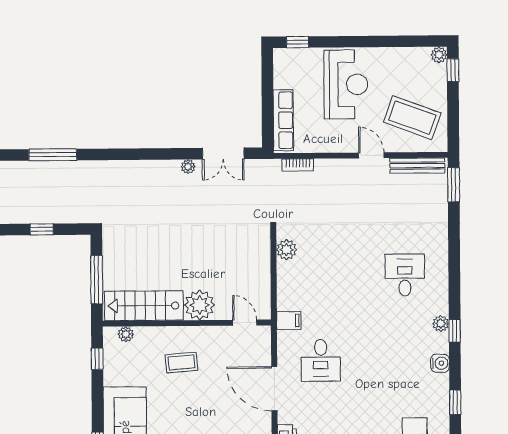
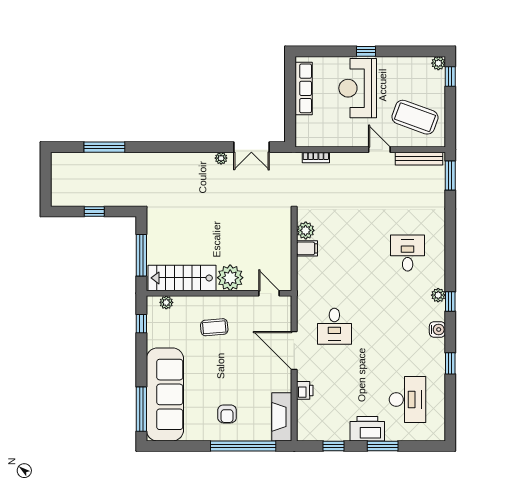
window: (297, 42) -> (366, 51), moved
reception desk: (346, 84) -> (358, 88), turned 180
row of seats: (283, 120) -> (304, 88), moved
filing cabinet: (289, 321) -> (307, 248), moved

